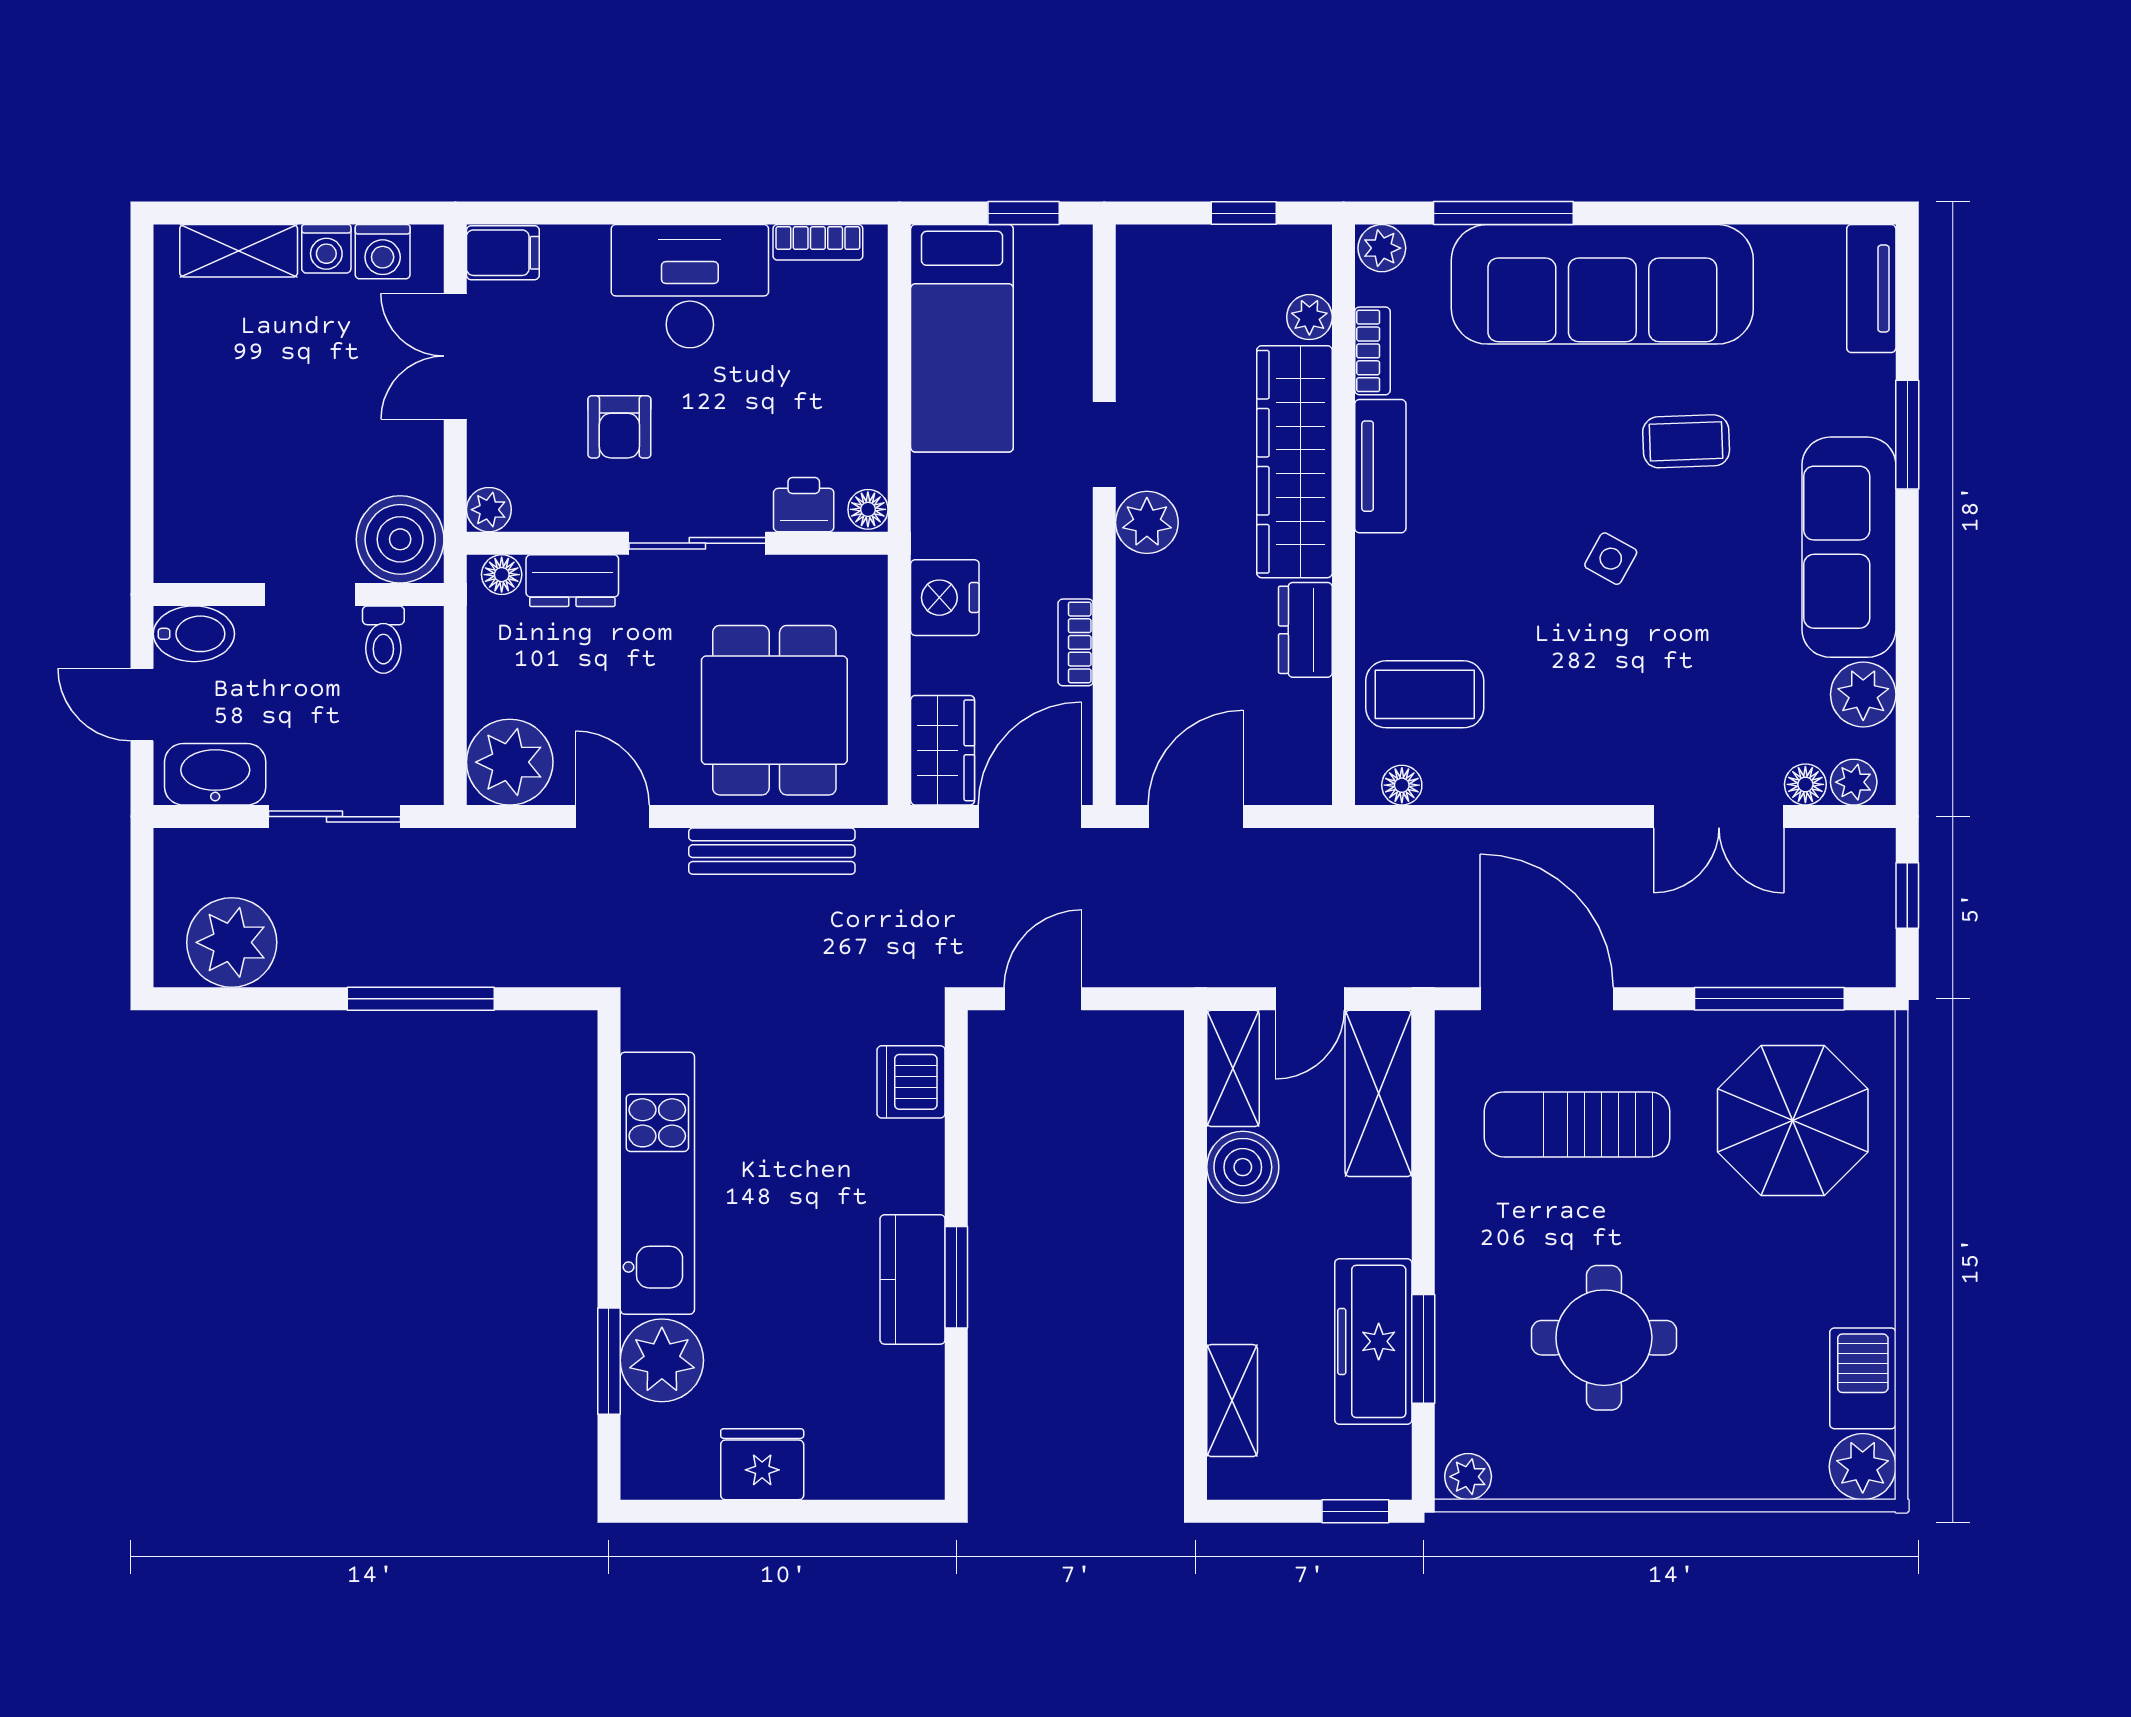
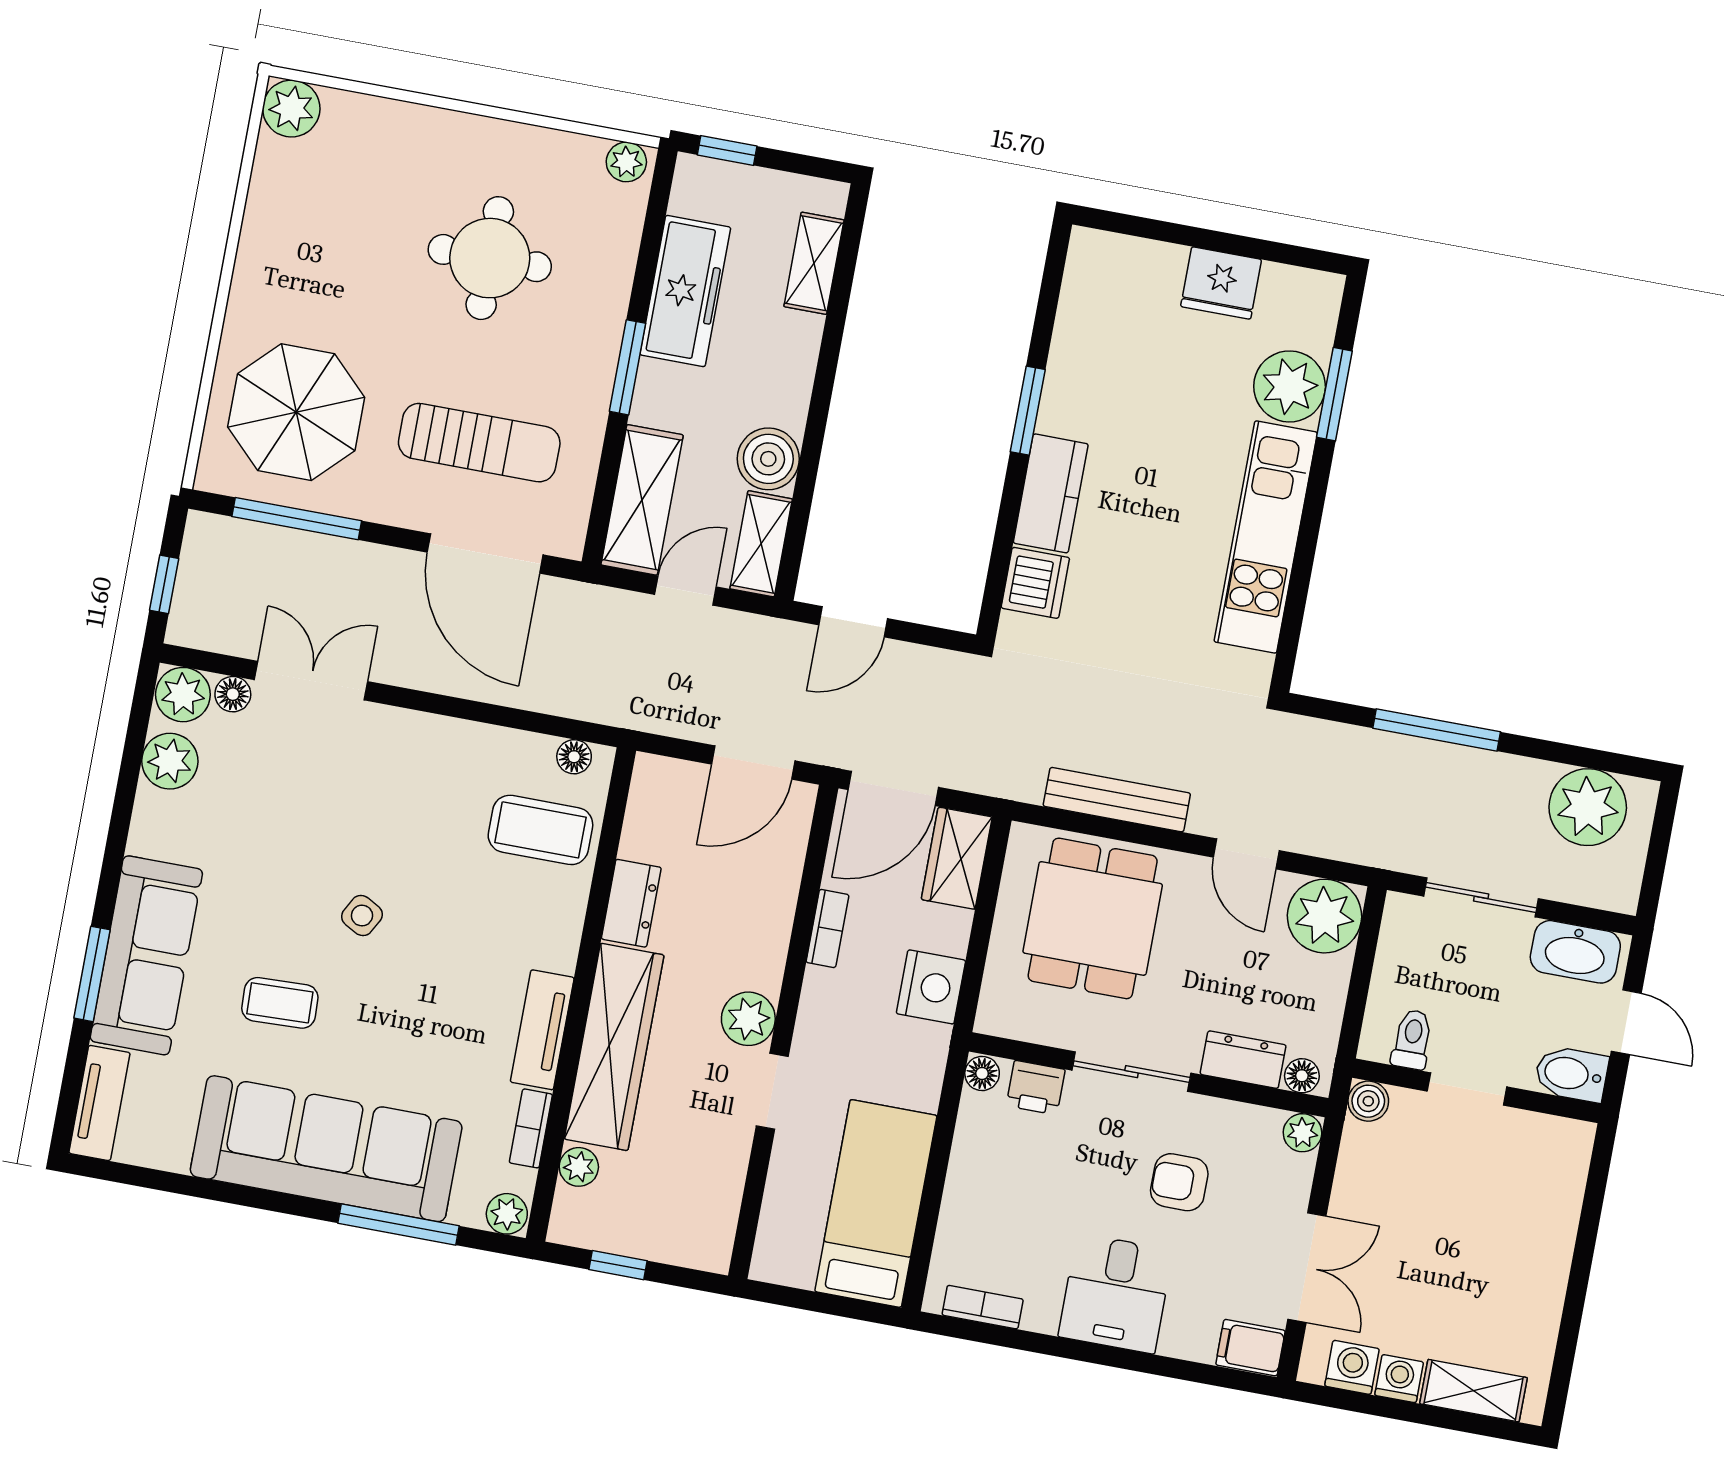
window: (1024, 213) -> (804, 1300), removed
desk: (690, 286) -> (1116, 1293), width x0.73
armchair: (619, 427) -> (1179, 1182), turned -90
boiler: (400, 539) -> (1368, 1101), width x0.54, depth x0.54
sofa: (1849, 547) -> (146, 955), moved
plant: (1854, 782) -> (183, 695), width x1.38, depth x1.38
door: (1043, 999) -> (853, 622), moved
kitchen counter: (913, 1279) -> (1051, 493), moved
window: (1423, 1349) -> (628, 367), moved
barbecue: (1863, 1378) -> (277, 183), removed

